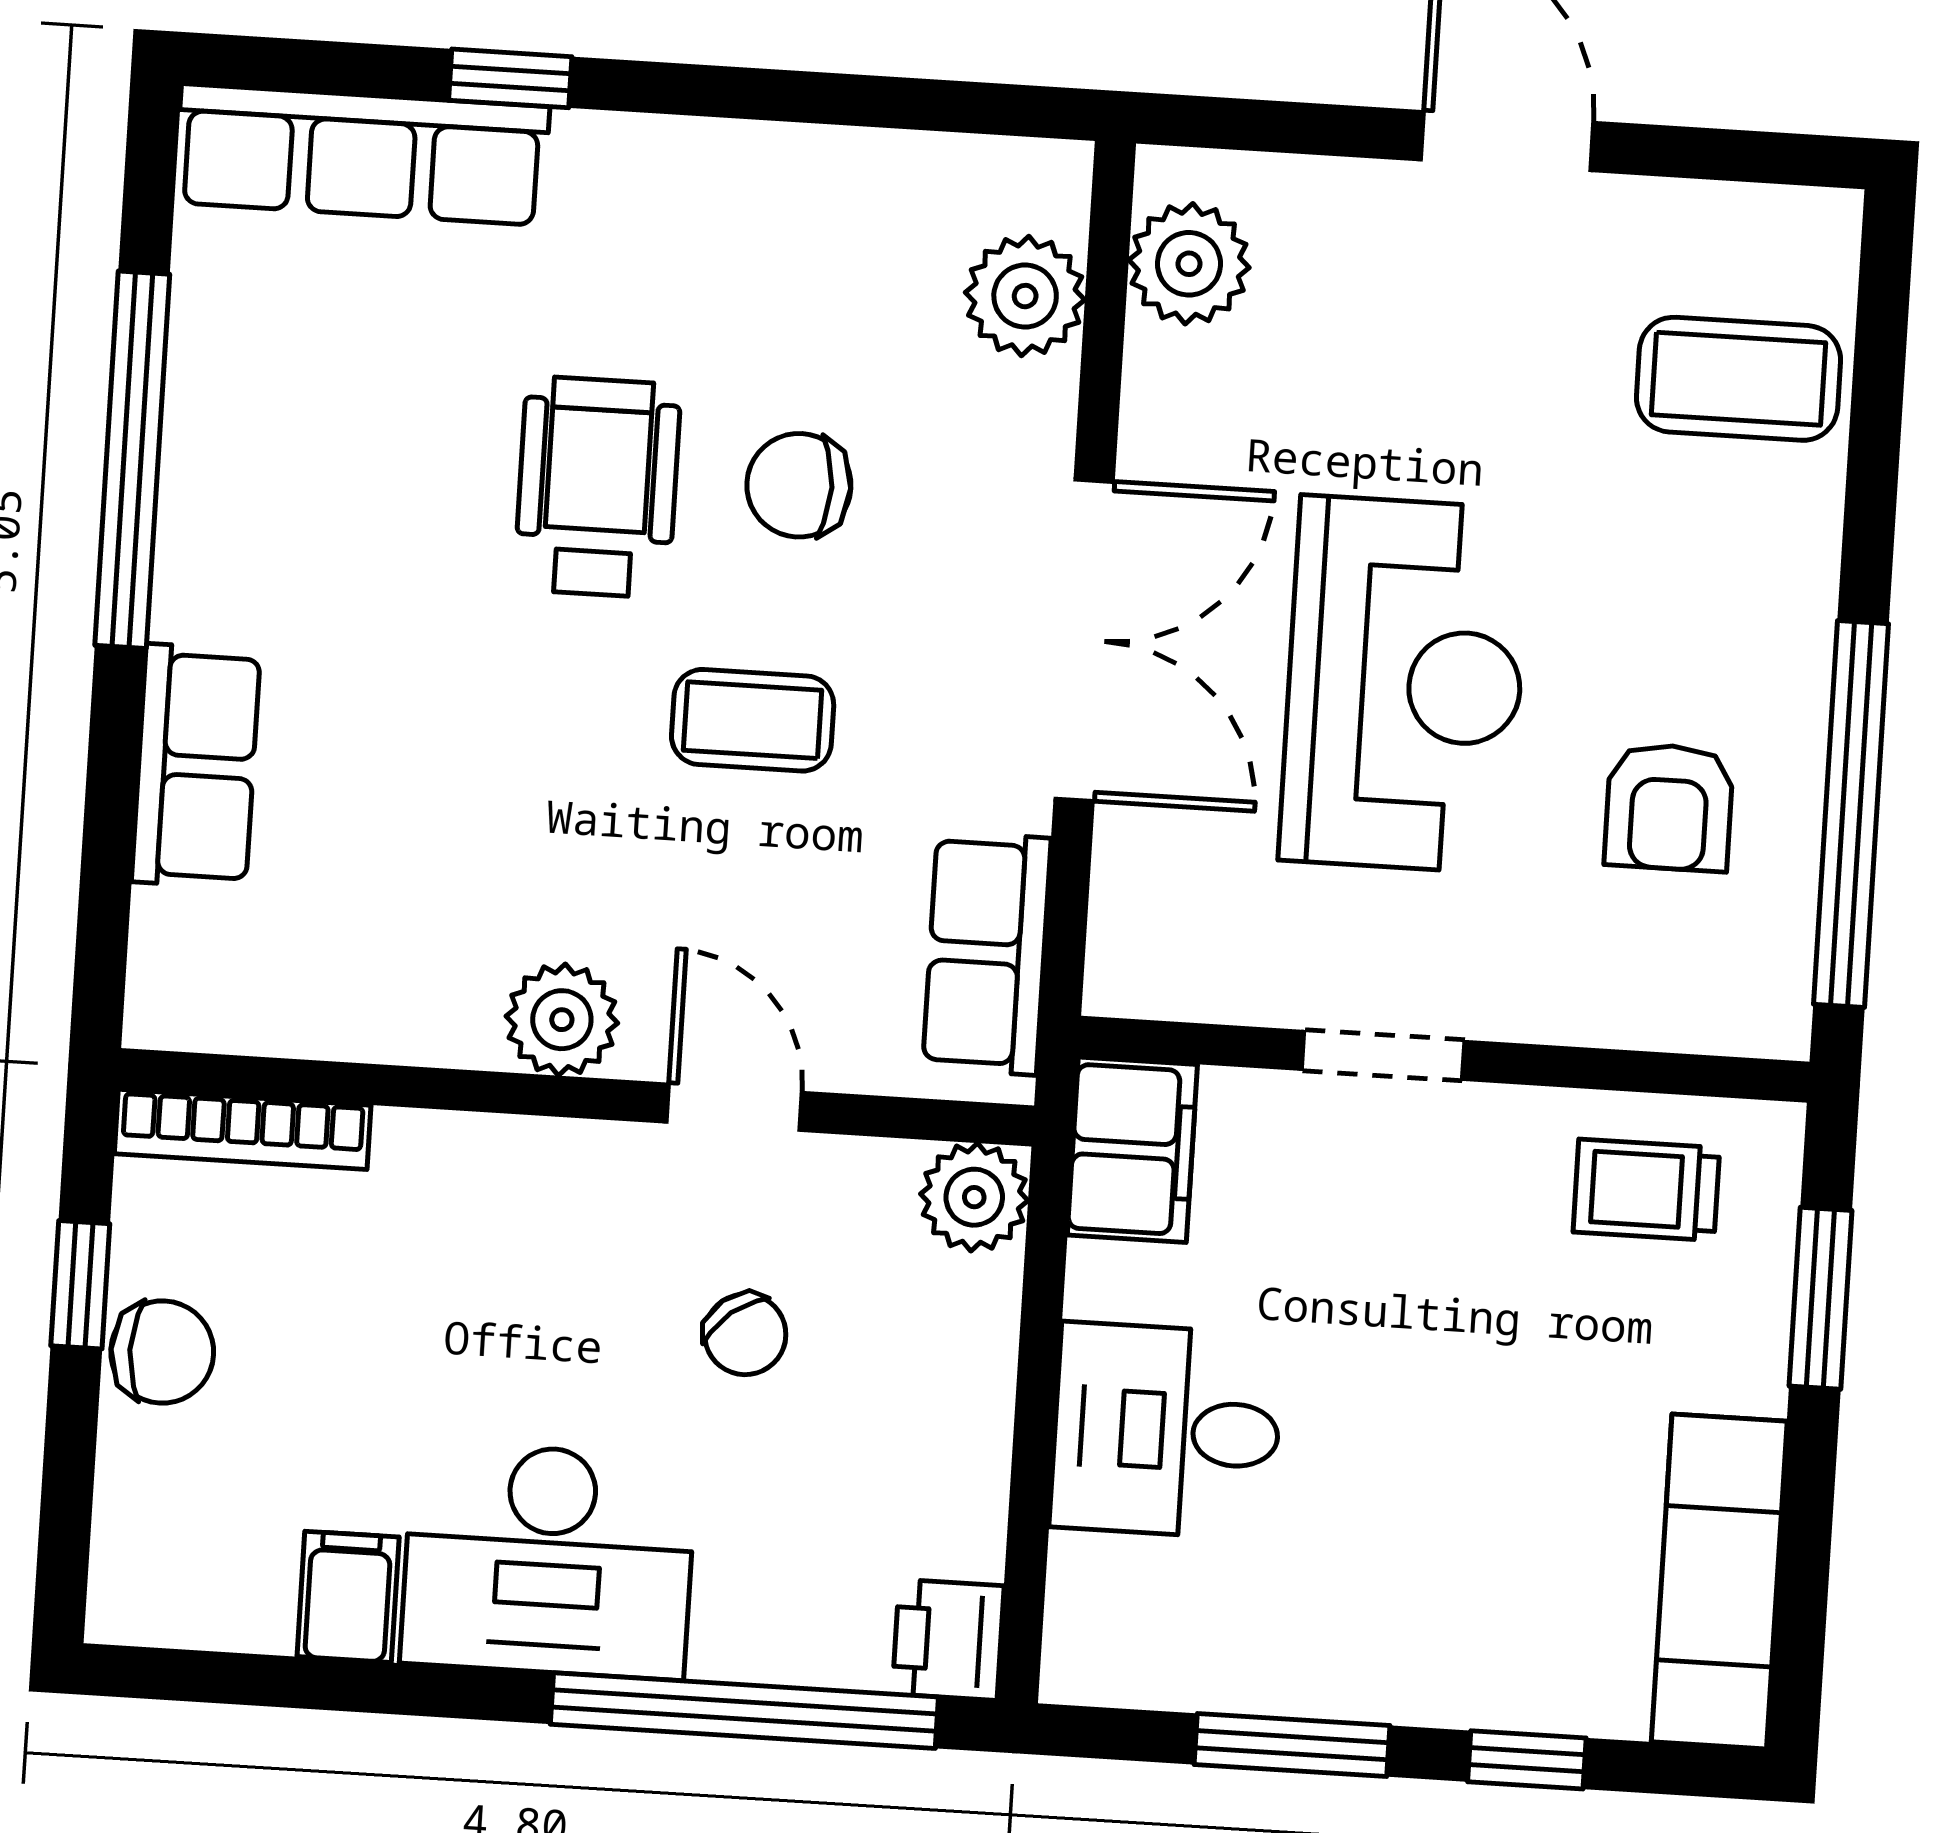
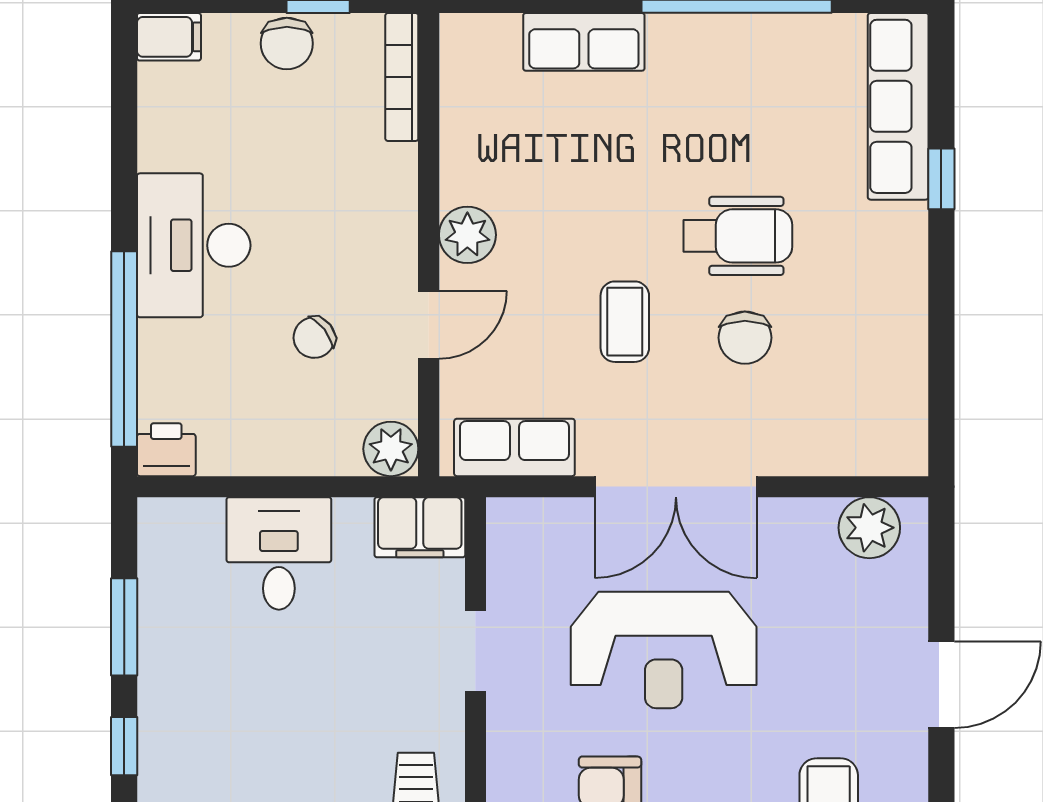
plant: (1025, 296) -> (848, 446), removed
chair: (799, 485) -> (745, 338), turned 180
filing cabinet: (348, 1597) -> (169, 37), moved

